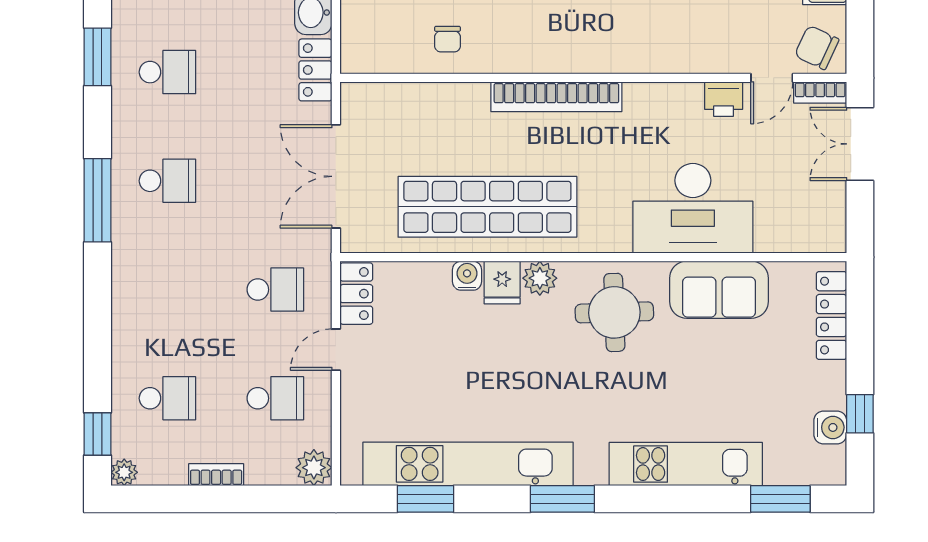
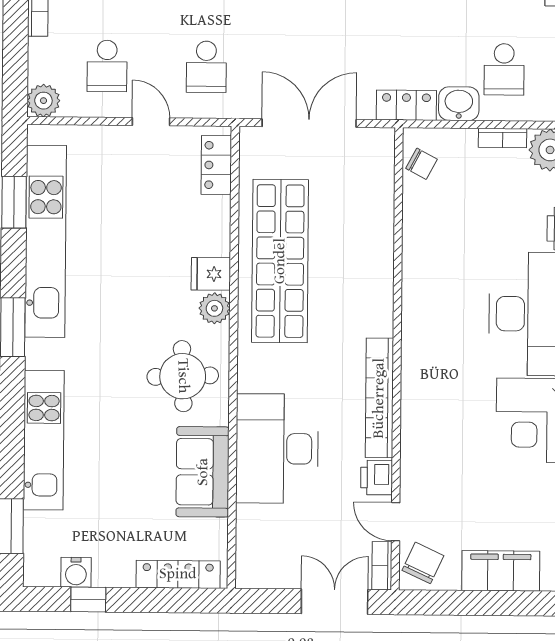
chair: (448, 39) -> (422, 164), moved, turned -152
bookcase: (556, 97) -> (379, 398), moved
water cooler: (467, 276) -> (217, 242), removed
locker: (356, 294) -> (216, 165), moved, turned 90

